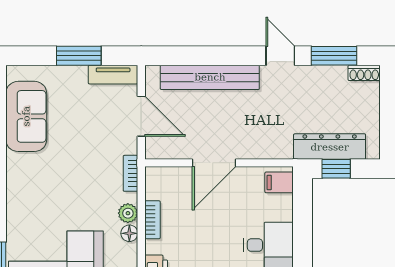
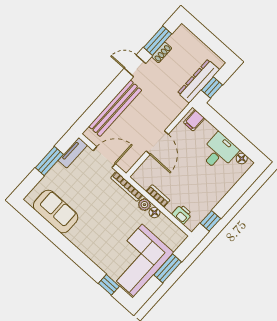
shoe rack: (364, 73) -> (162, 52), moved
bookcase: (130, 173) -> (127, 186), width x1.56

